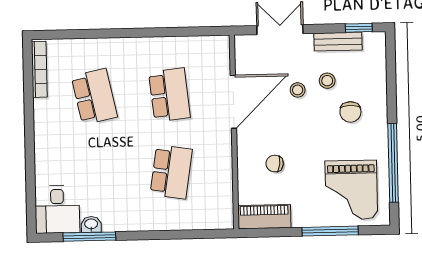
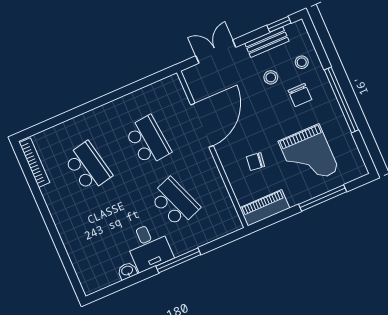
stool: (298, 90) -> (302, 62), moved
window: (393, 163) -> (341, 100), moved
school desk: (171, 172) -> (175, 202), turned -30
grand piano: (351, 190) -> (309, 156), moved
desk: (57, 209) -> (149, 247), moved
window: (89, 237) -> (178, 260), moved

